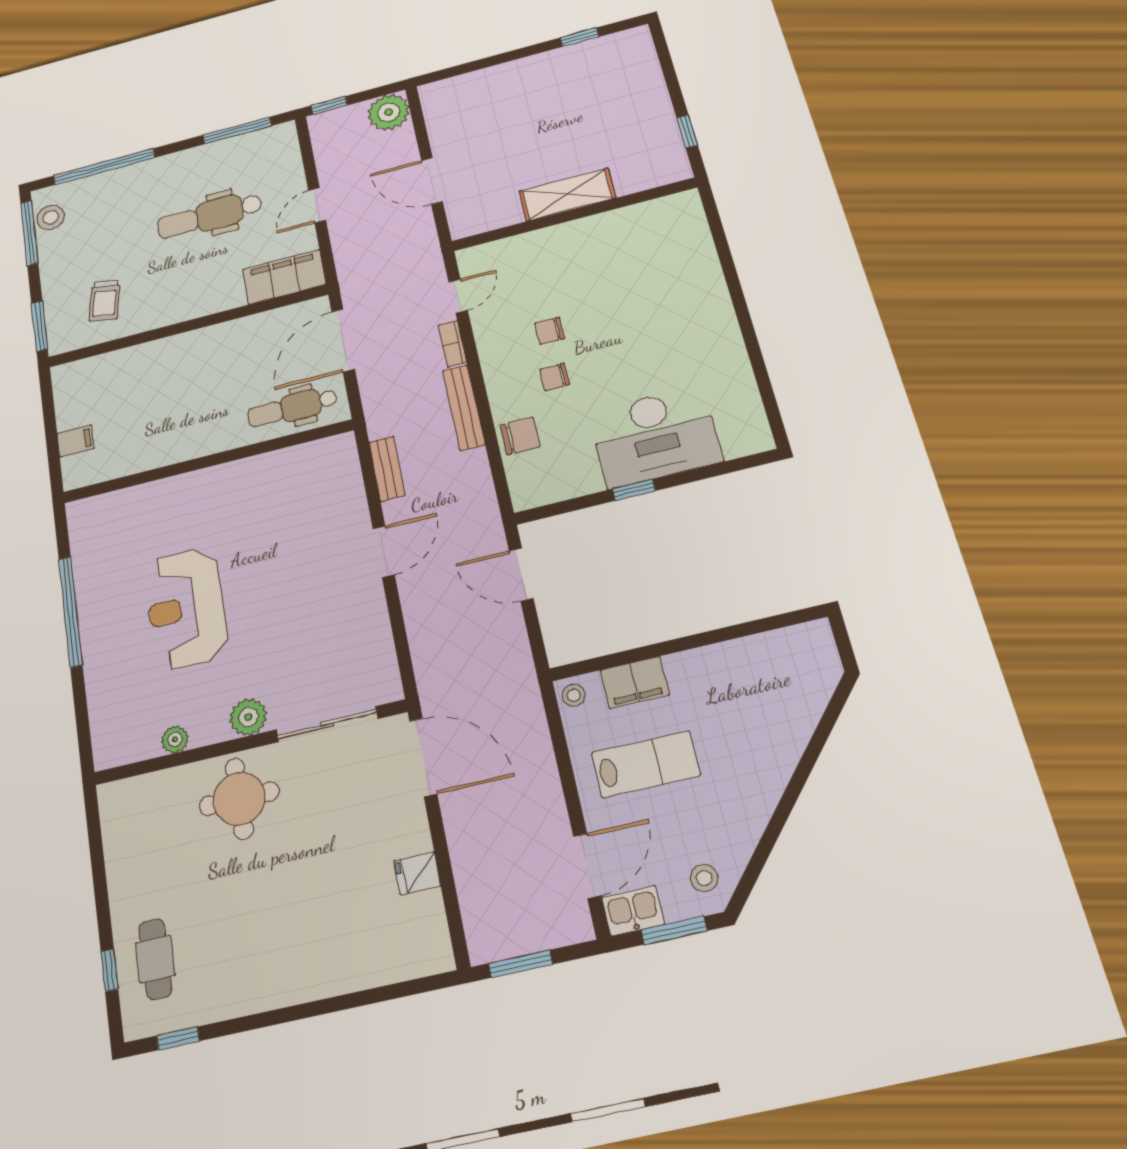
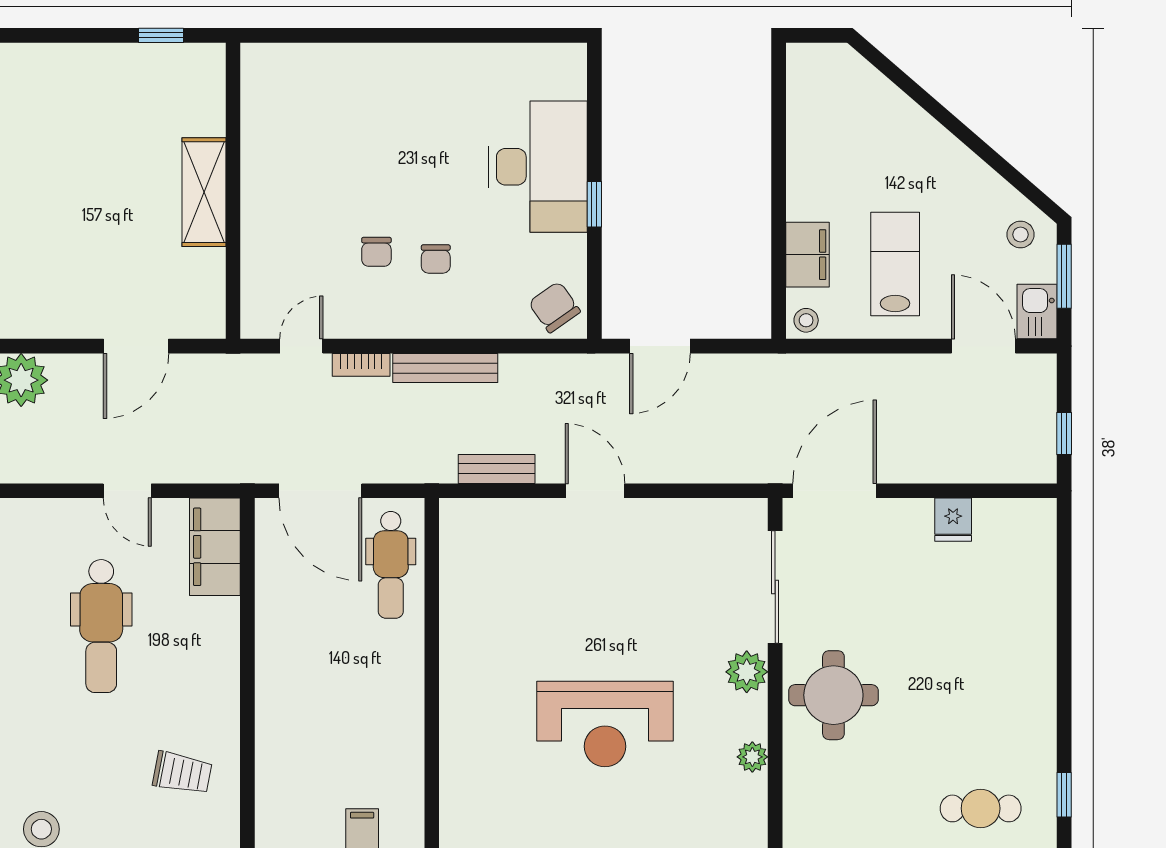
door: (458, 296) -> (301, 346), hinge flipped
chair: (520, 436) -> (554, 307), moved, turned -35
window: (520, 964) -> (1064, 433), width x0.67

